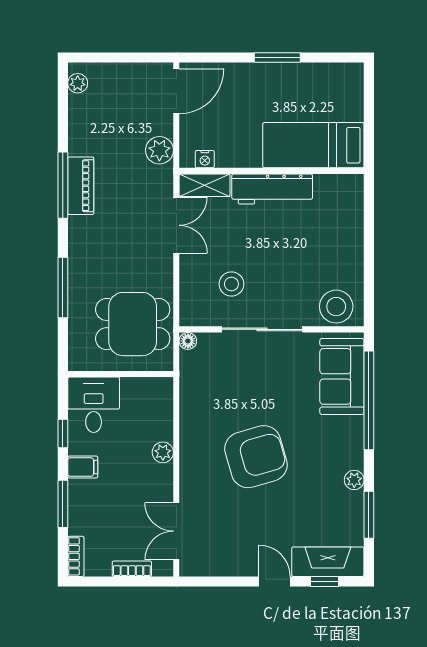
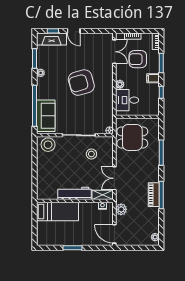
door: (176, 91) -> (114, 234), hinge flipped
desk: (94, 405) -> (127, 100), moved, turned 90
armchair: (119, 513) -> (138, 59), added

